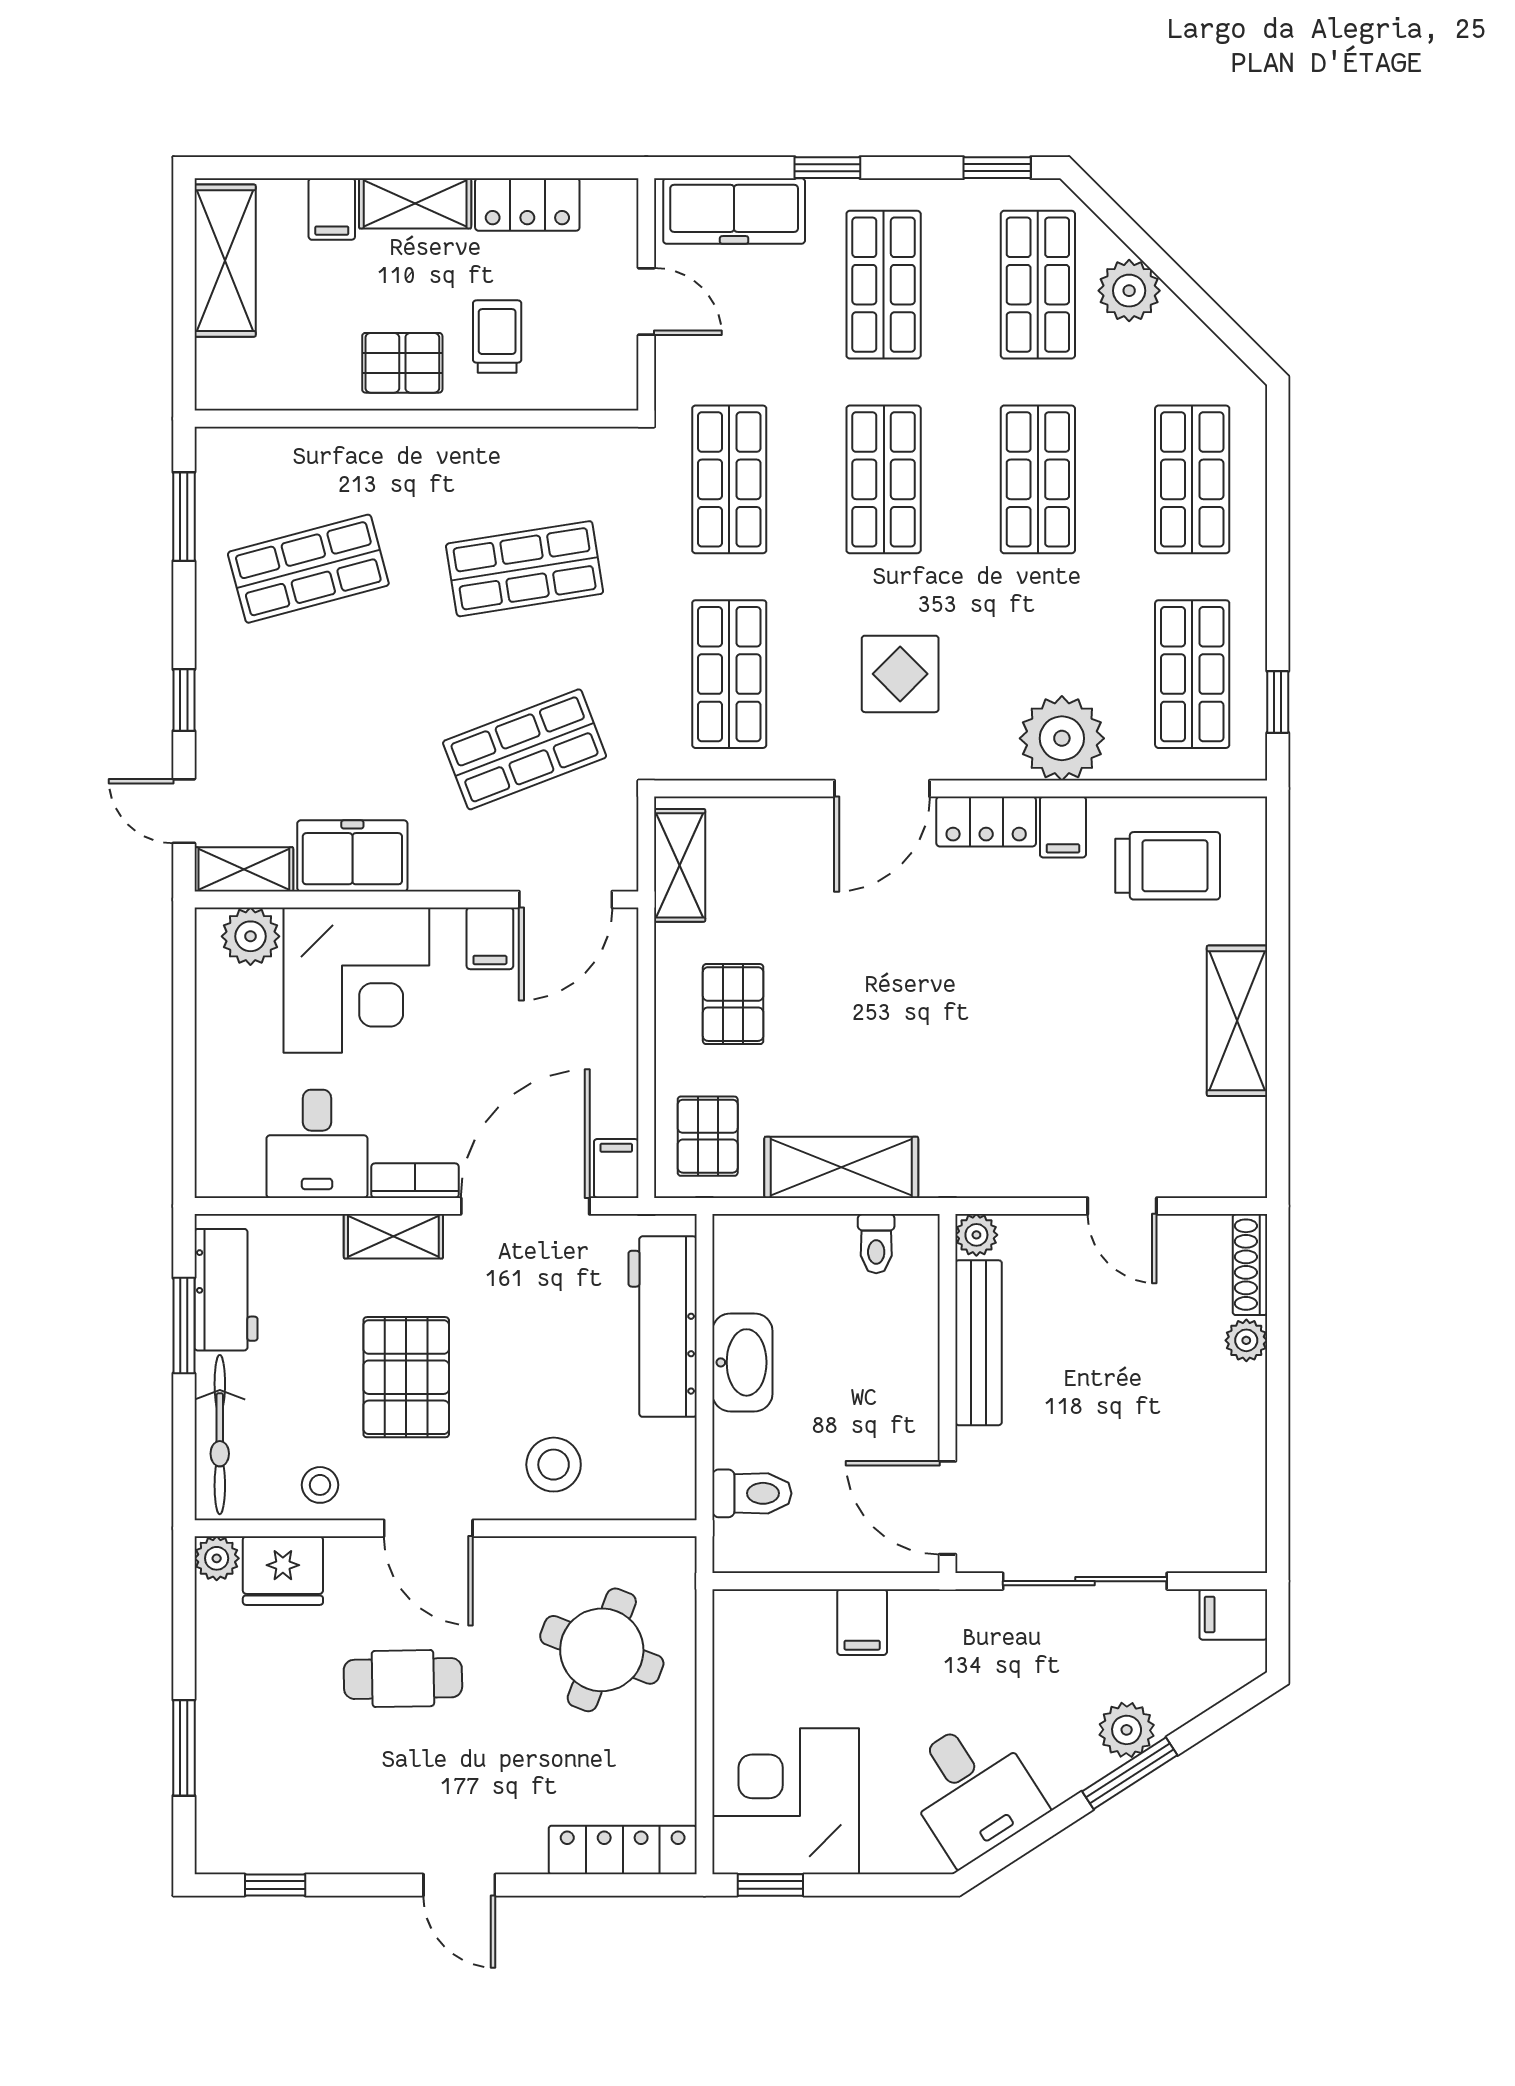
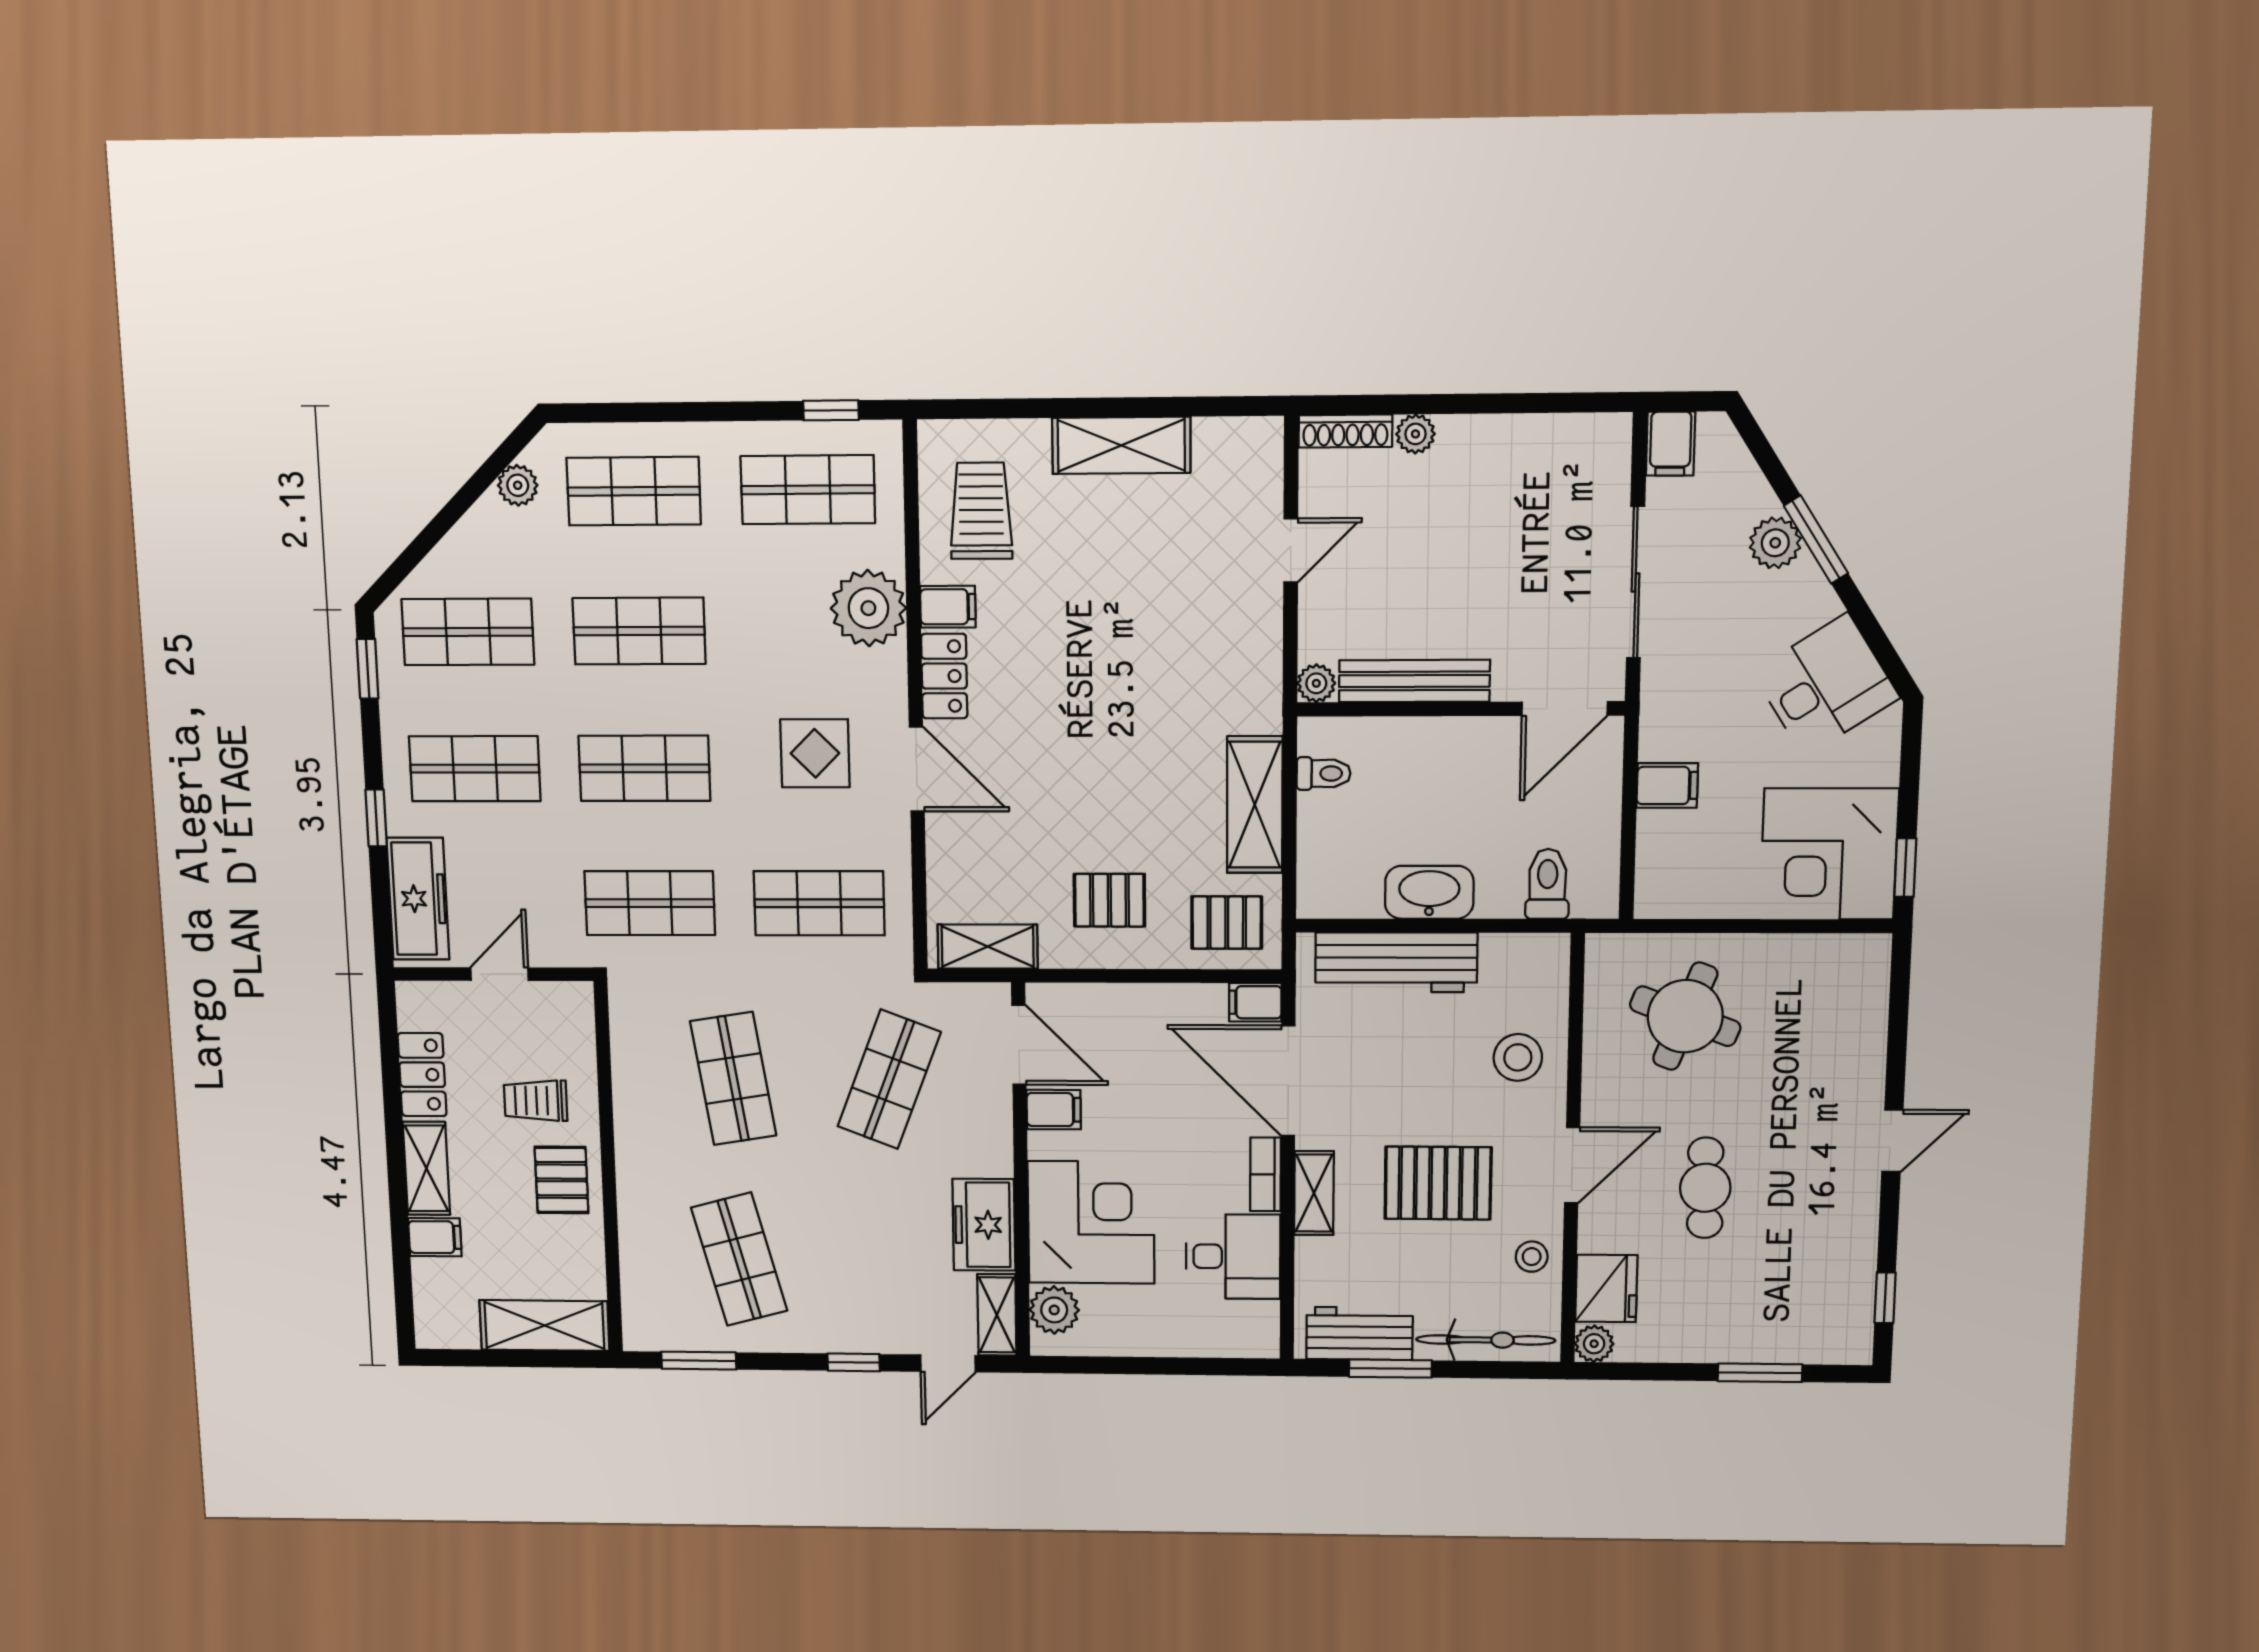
shelving: (225, 261) -> (544, 1325), moved
plant: (1129, 291) -> (518, 485), moved, width x0.73, depth x0.73
shop shelf: (525, 749) -> (889, 1079), turned 42
locker: (623, 1850) -> (1867, 999), removed

